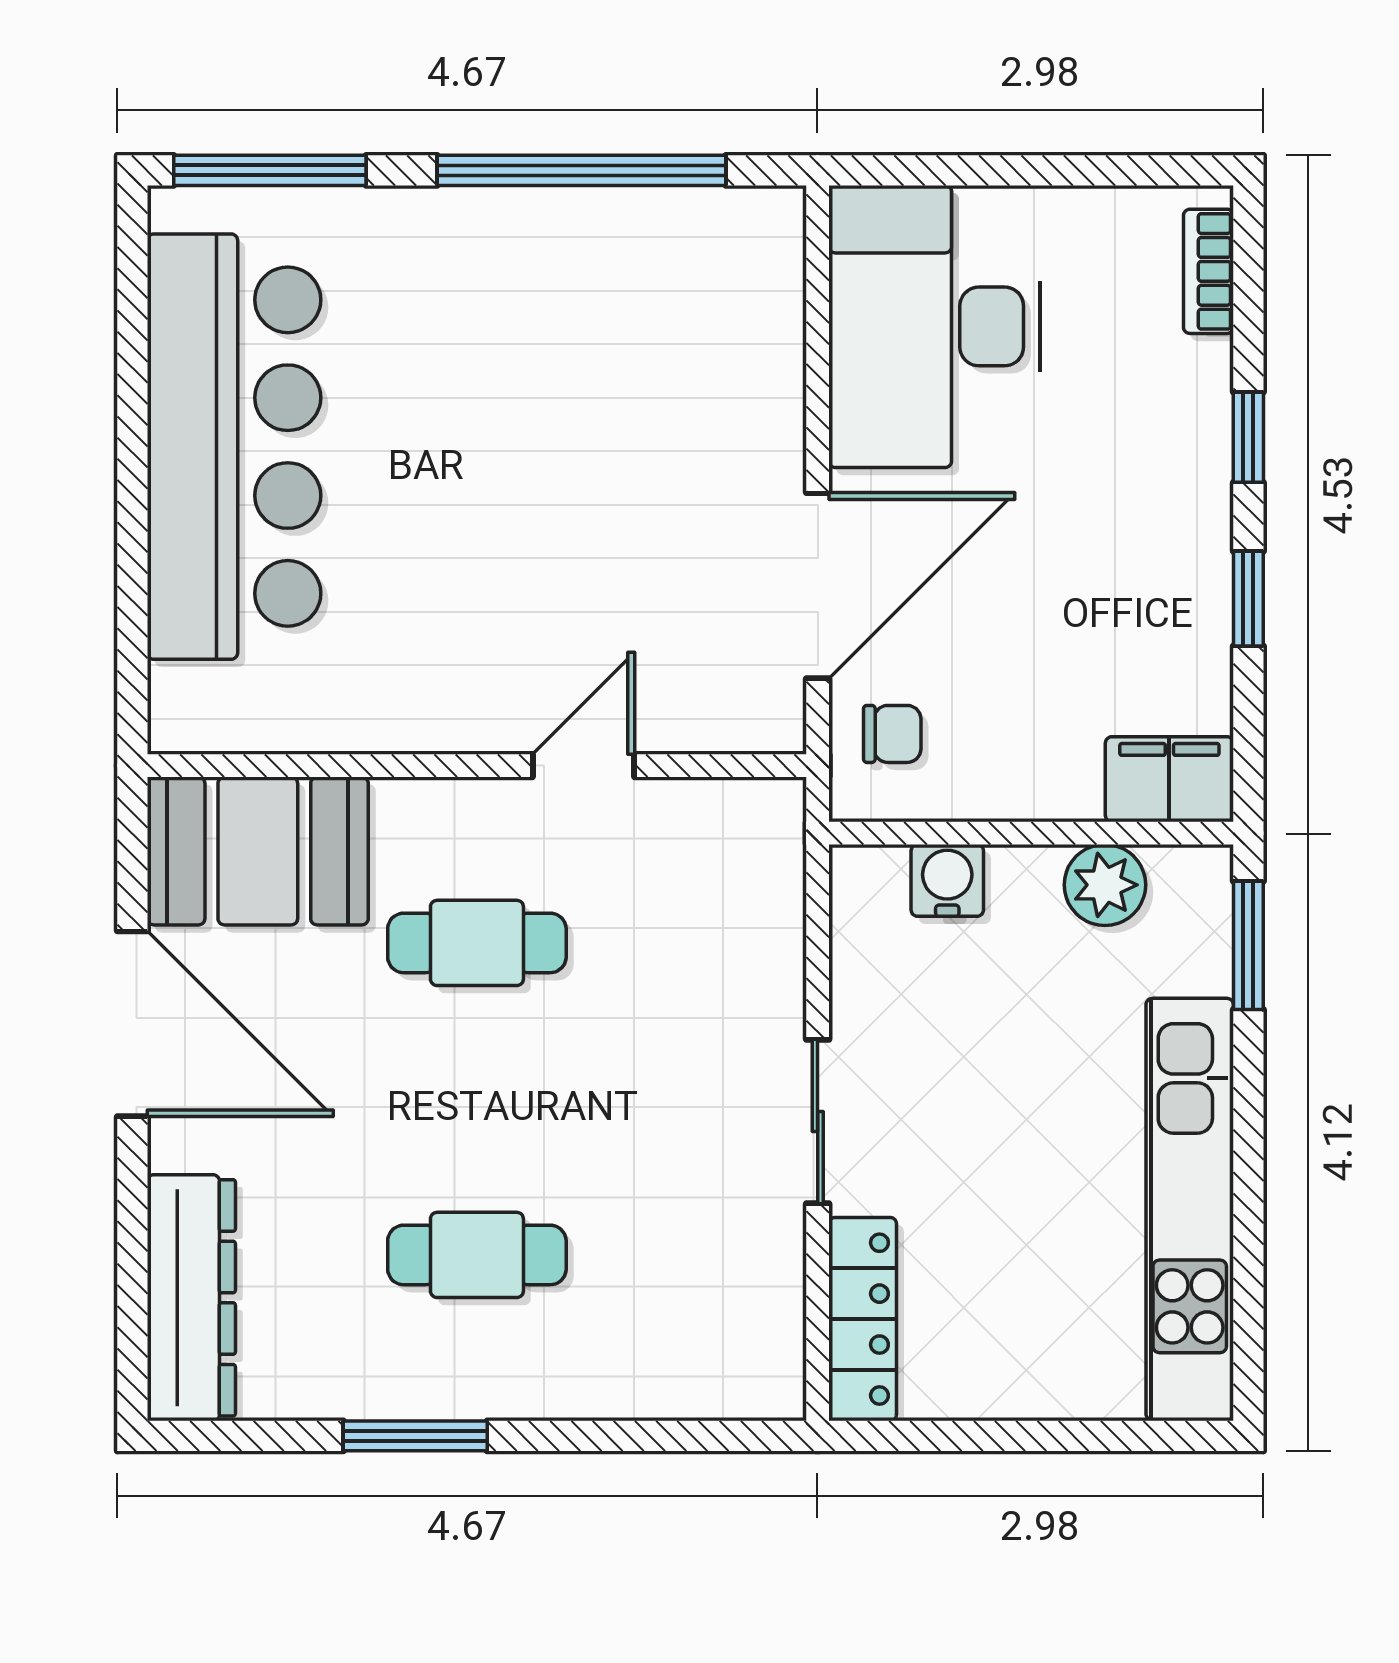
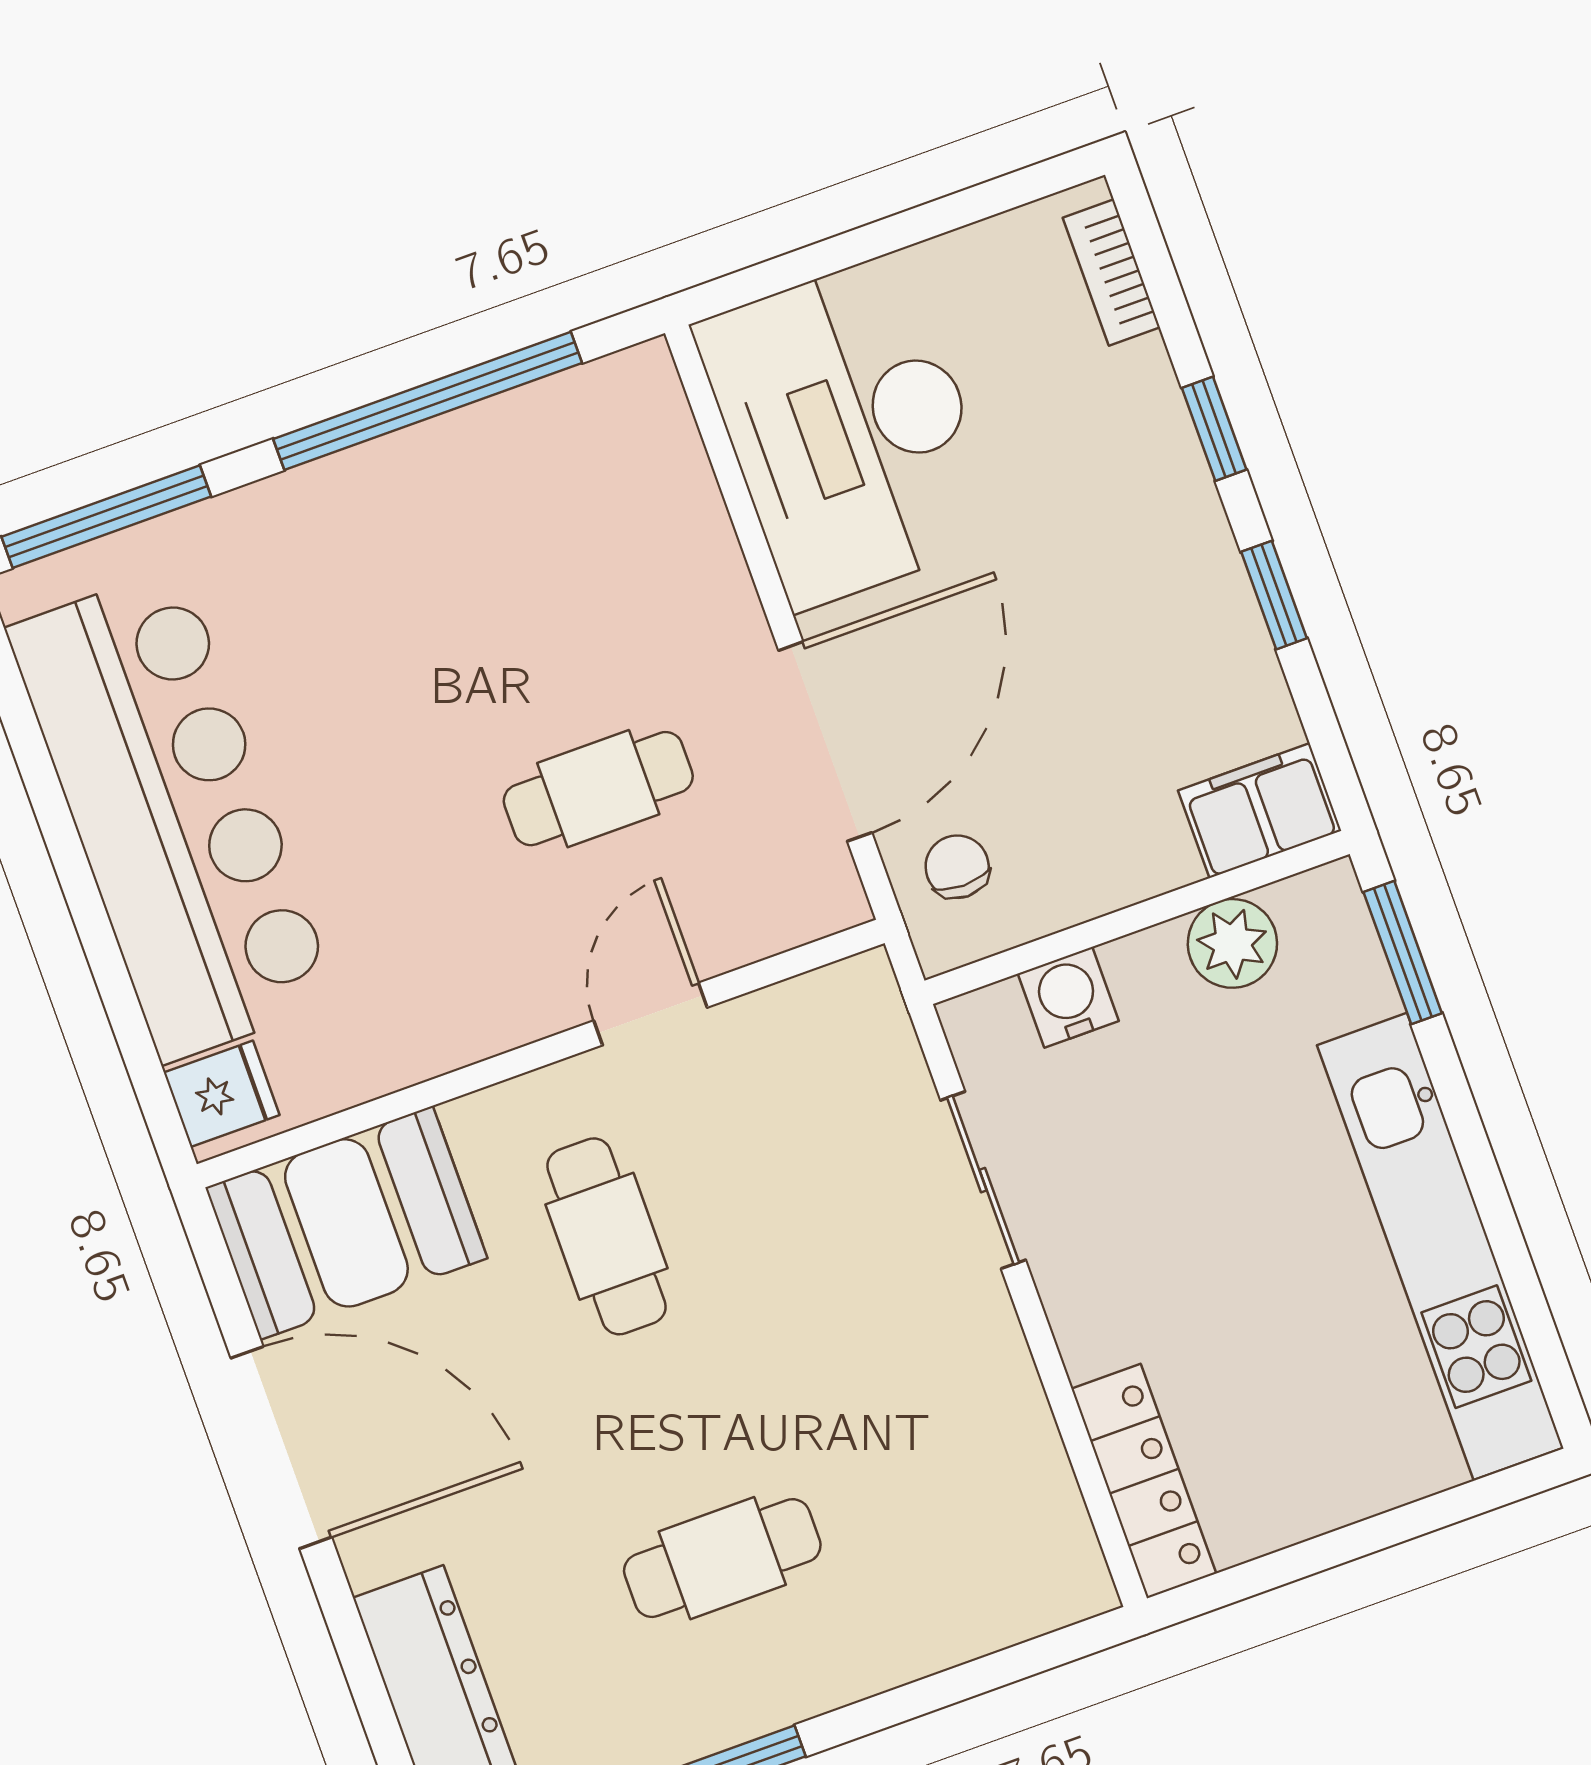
cafe table: (608, 556) -> (598, 789), added
fridge: (191, 702) -> (222, 1094), added
chair: (892, 734) -> (957, 867), turned -90
cafe table: (477, 943) -> (606, 1236), turned 90
sliding door: (818, 1122) -> (983, 1180), moved

